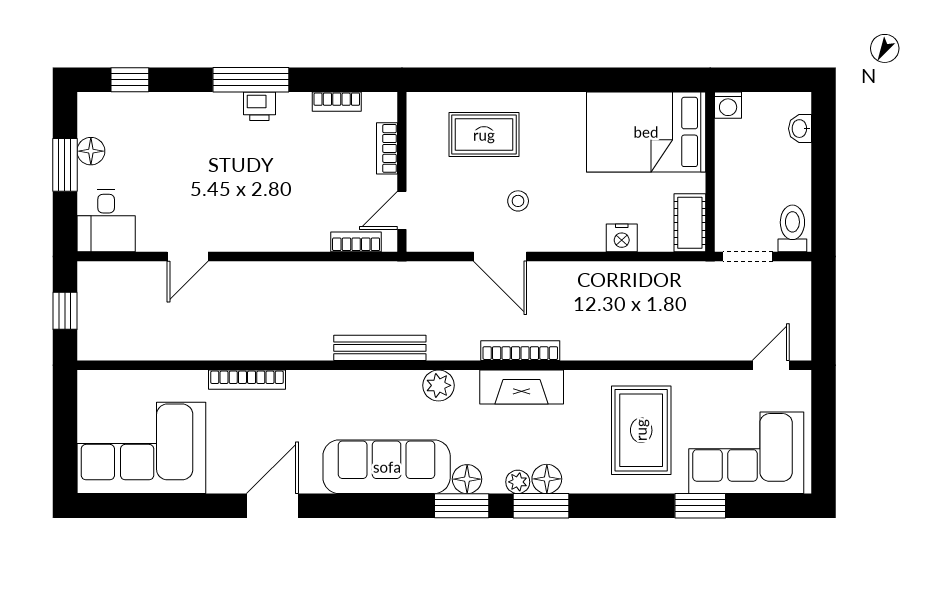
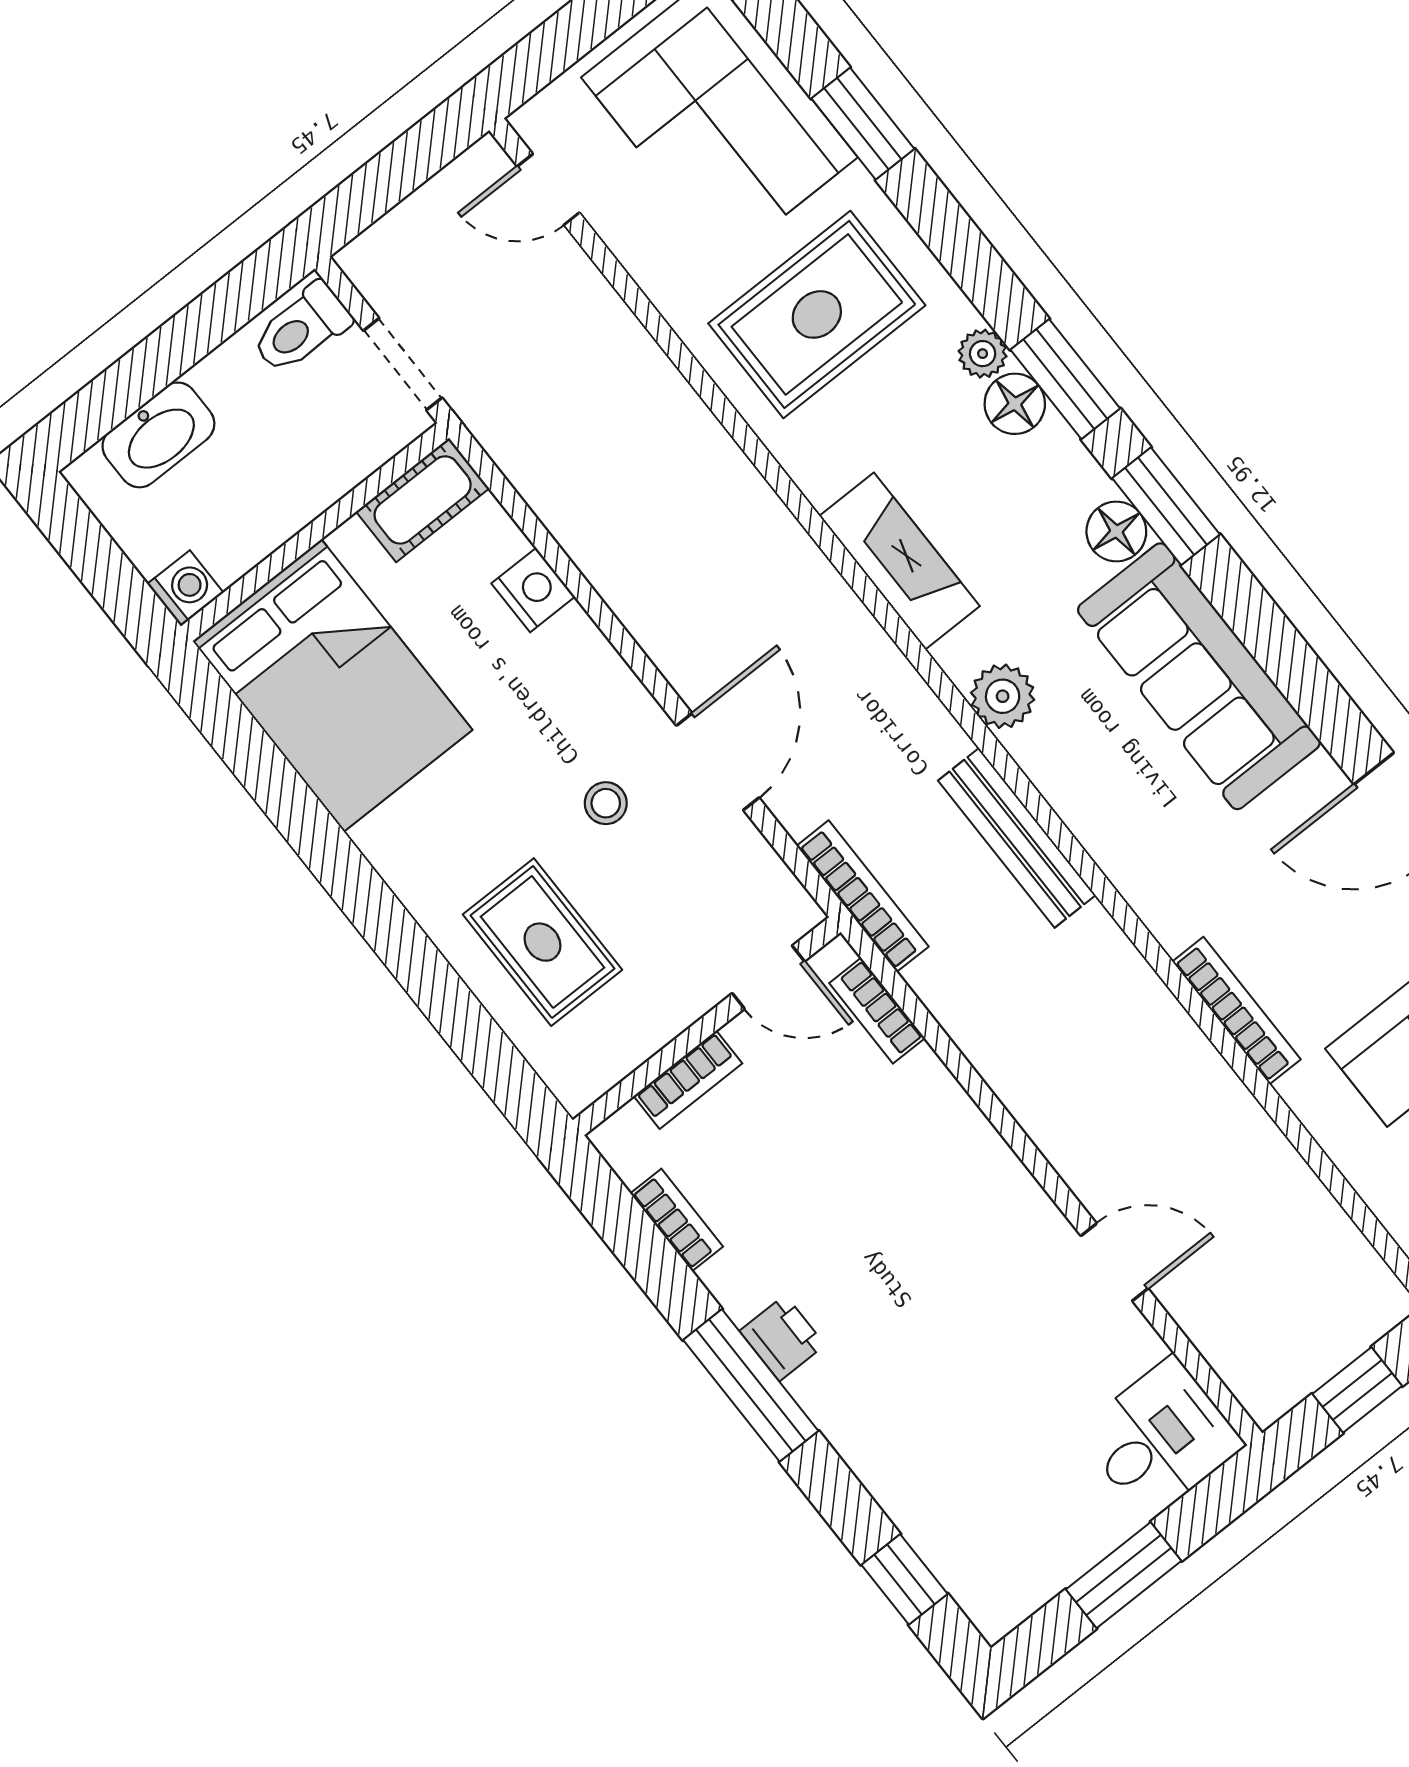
washbasin: (800, 129) -> (158, 435), width x1.91, depth x1.45
floor lamp: (91, 151) -> (1069, 1551), removed
bookcase: (520, 351) -> (863, 896), moved, turned 180
plant: (518, 482) -> (983, 354), moved

